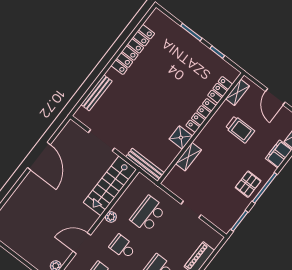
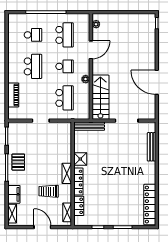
locker: (133, 49) -> (150, 205), moved
shelving: (189, 157) -> (67, 173), moved

